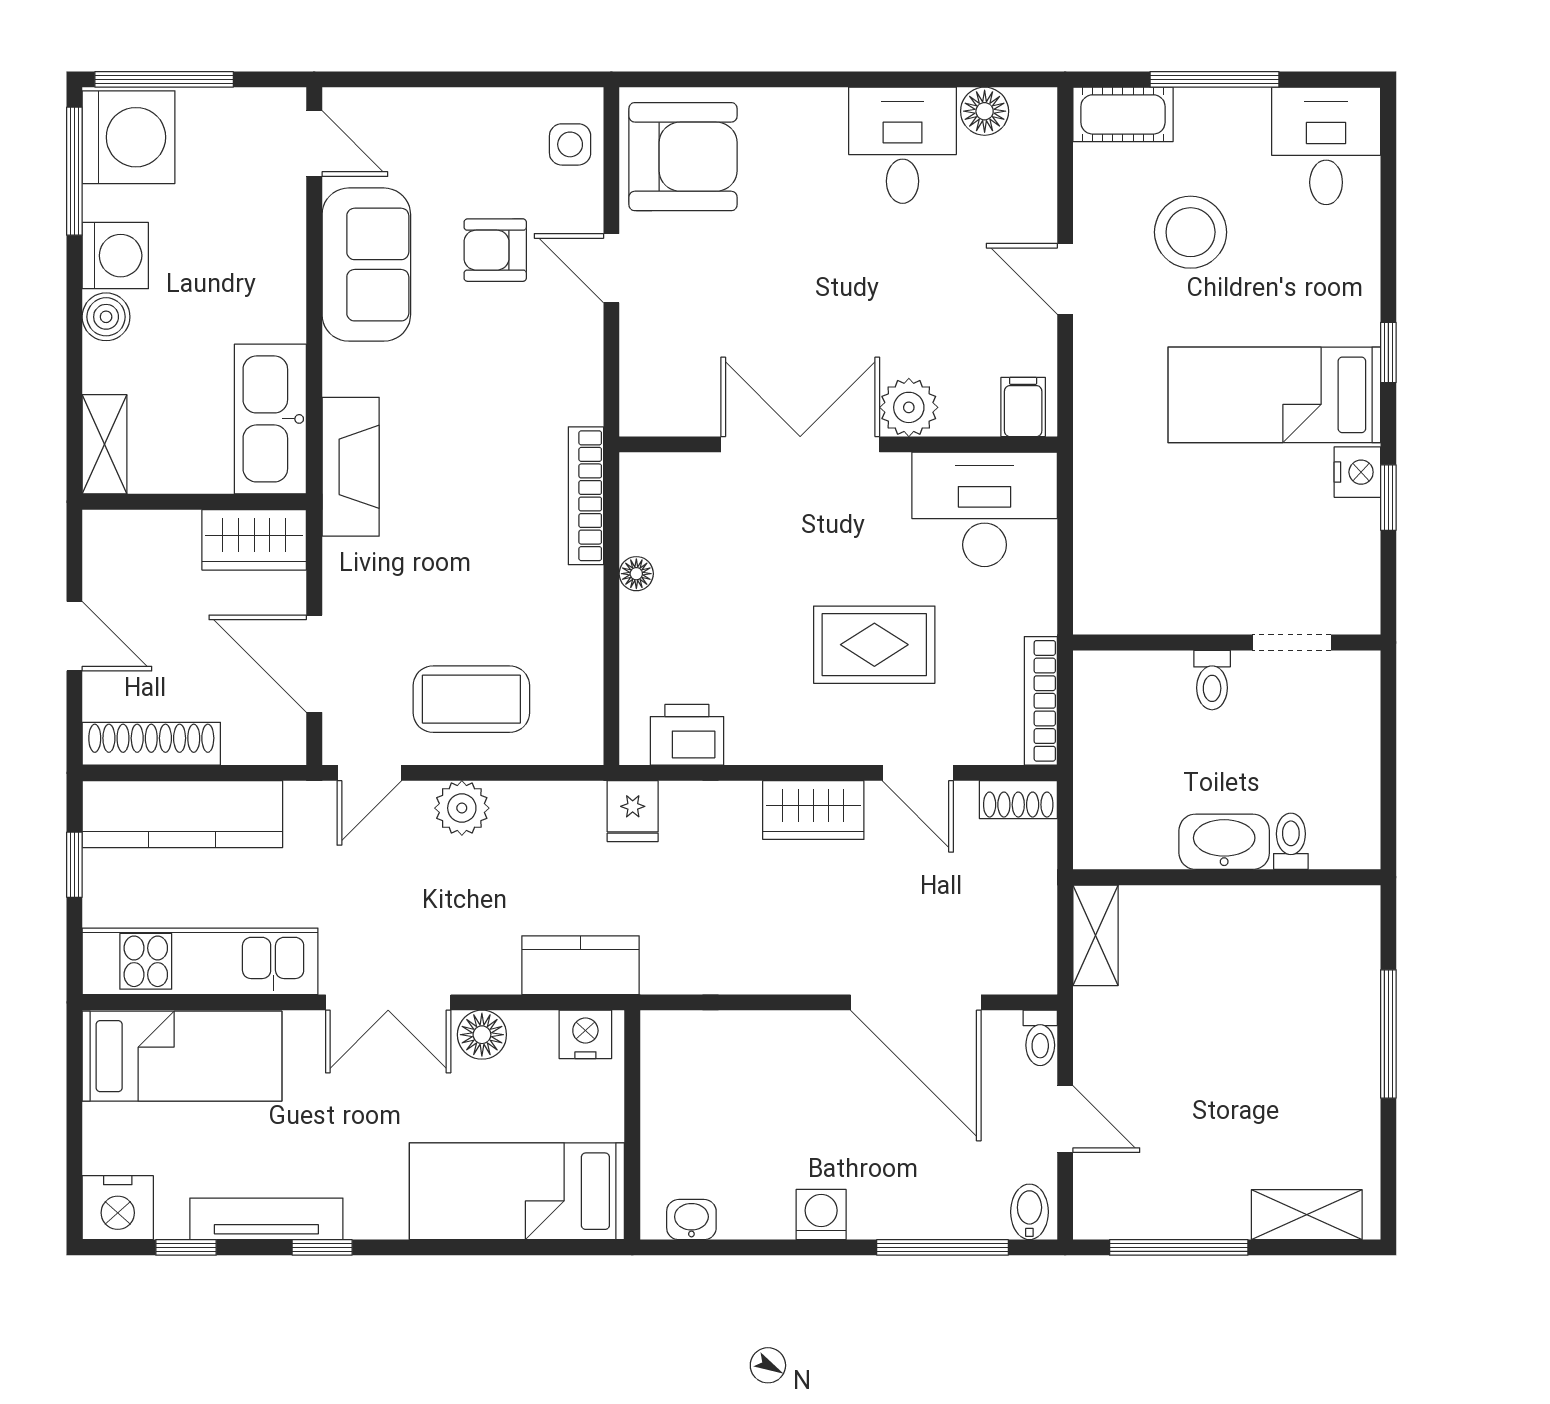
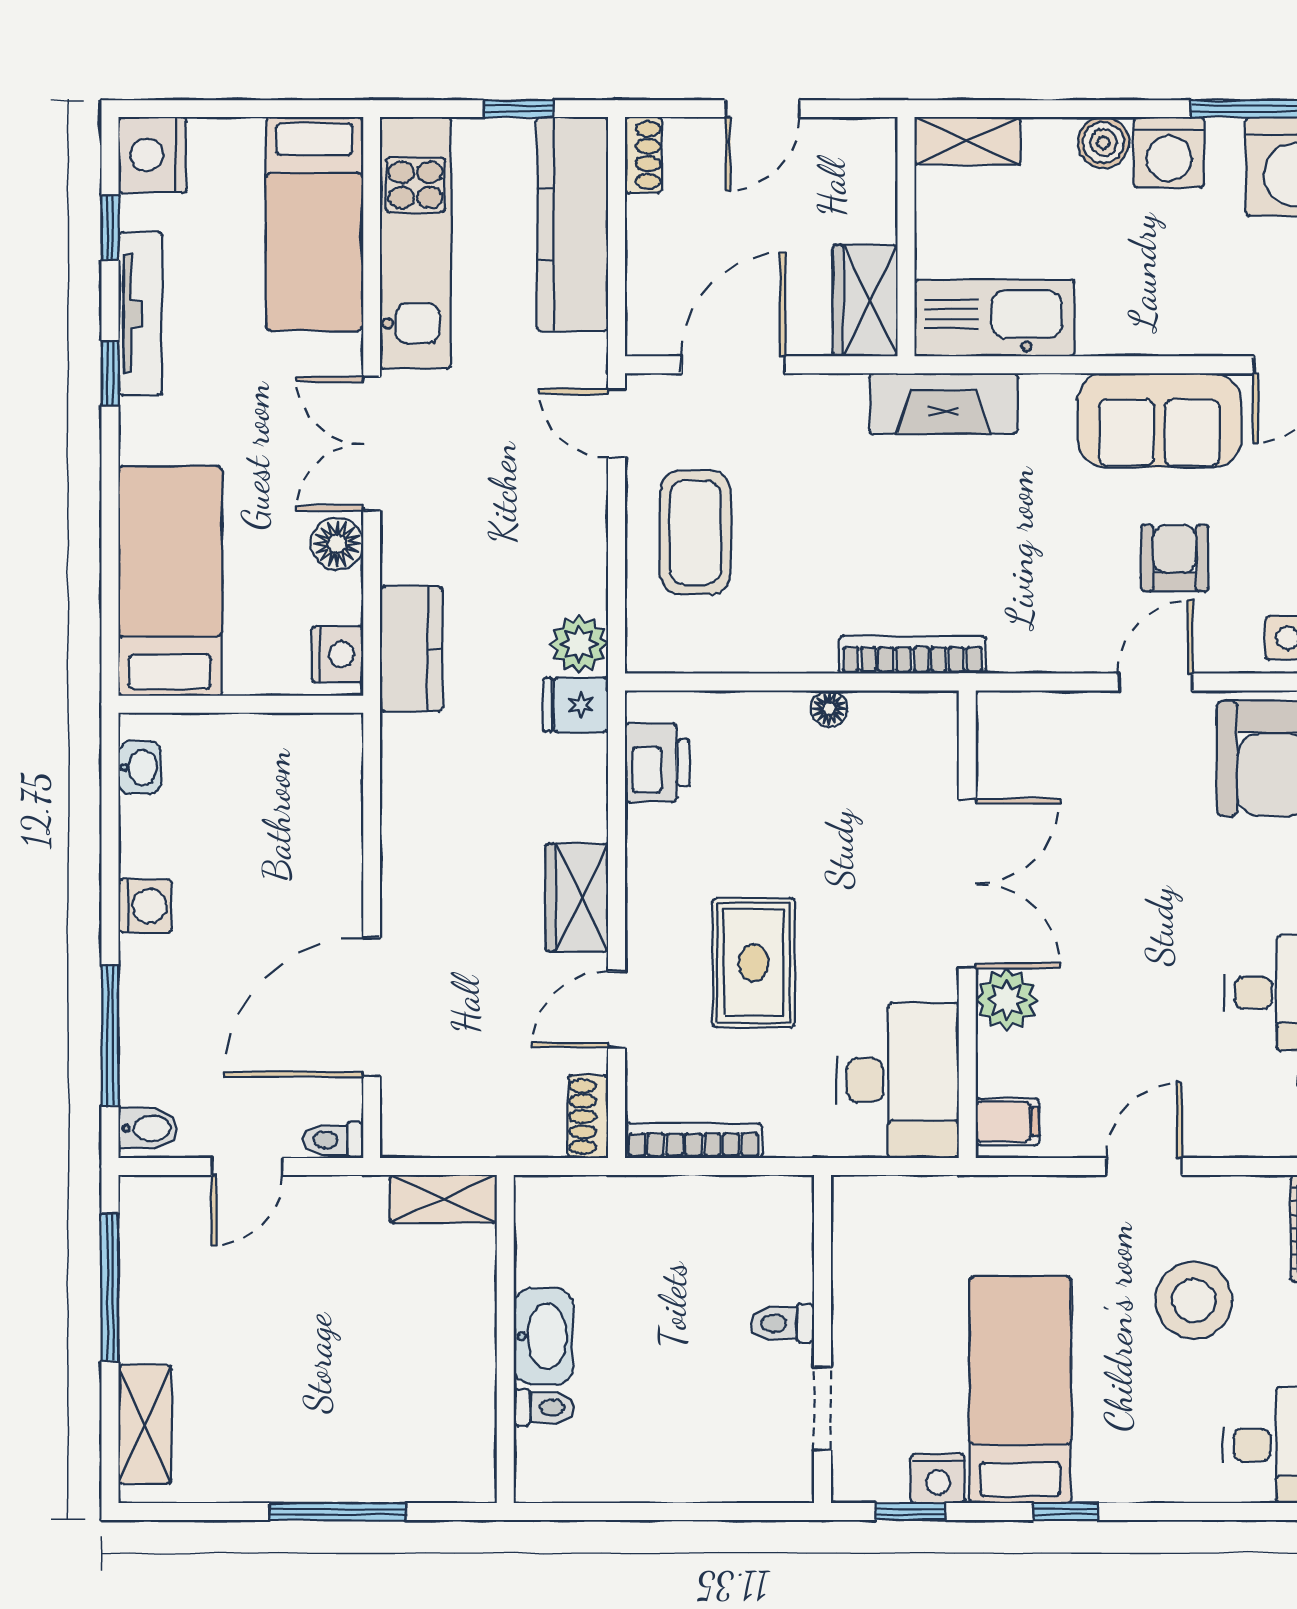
wall: (1227, 643) -> (823, 1339), moved
doorway: (1292, 643) -> (823, 1408), moved
toilet: (1212, 680) -> (783, 1323), moved
shoe rack: (151, 744) -> (643, 155), width x0.51, depth x0.81
plant: (462, 808) -> (579, 644), moved

